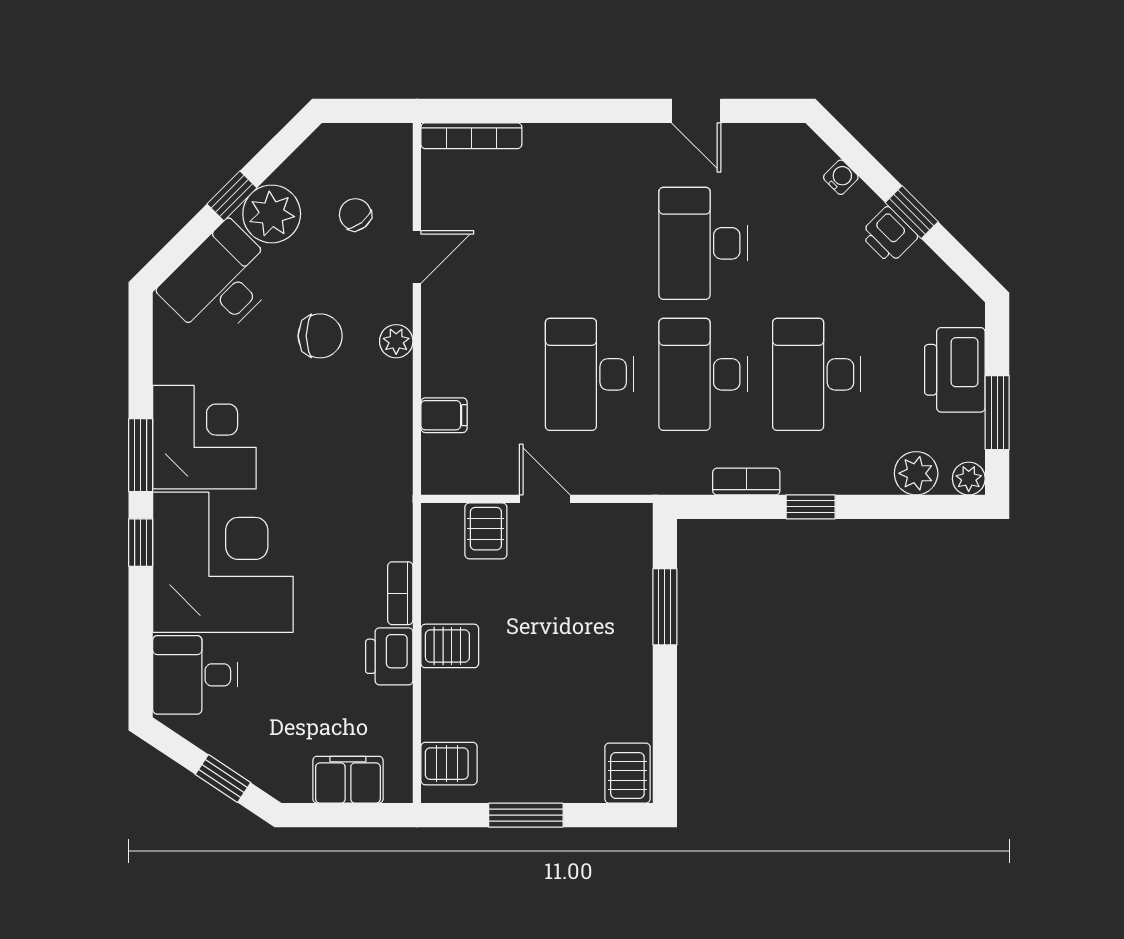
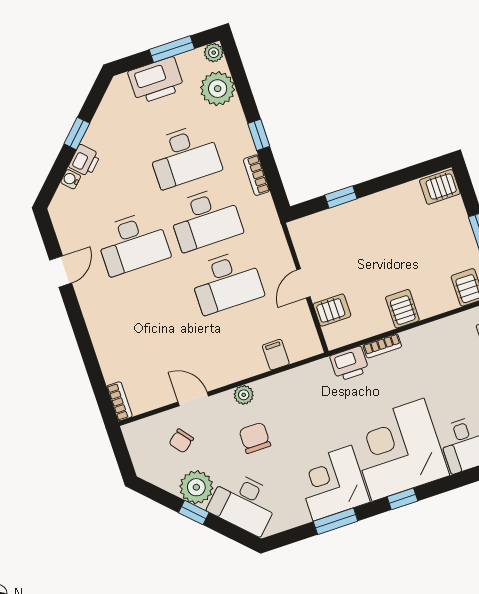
bookcase: (471, 136) -> (119, 401), width x0.64
printer: (889, 235) -> (85, 161), moved
window: (141, 455) -> (336, 521), moved
plant: (916, 473) -> (218, 89), width x1.36, depth x1.36
window: (665, 607) -> (341, 197), width x0.67
printer: (389, 656) -> (349, 364), moved

